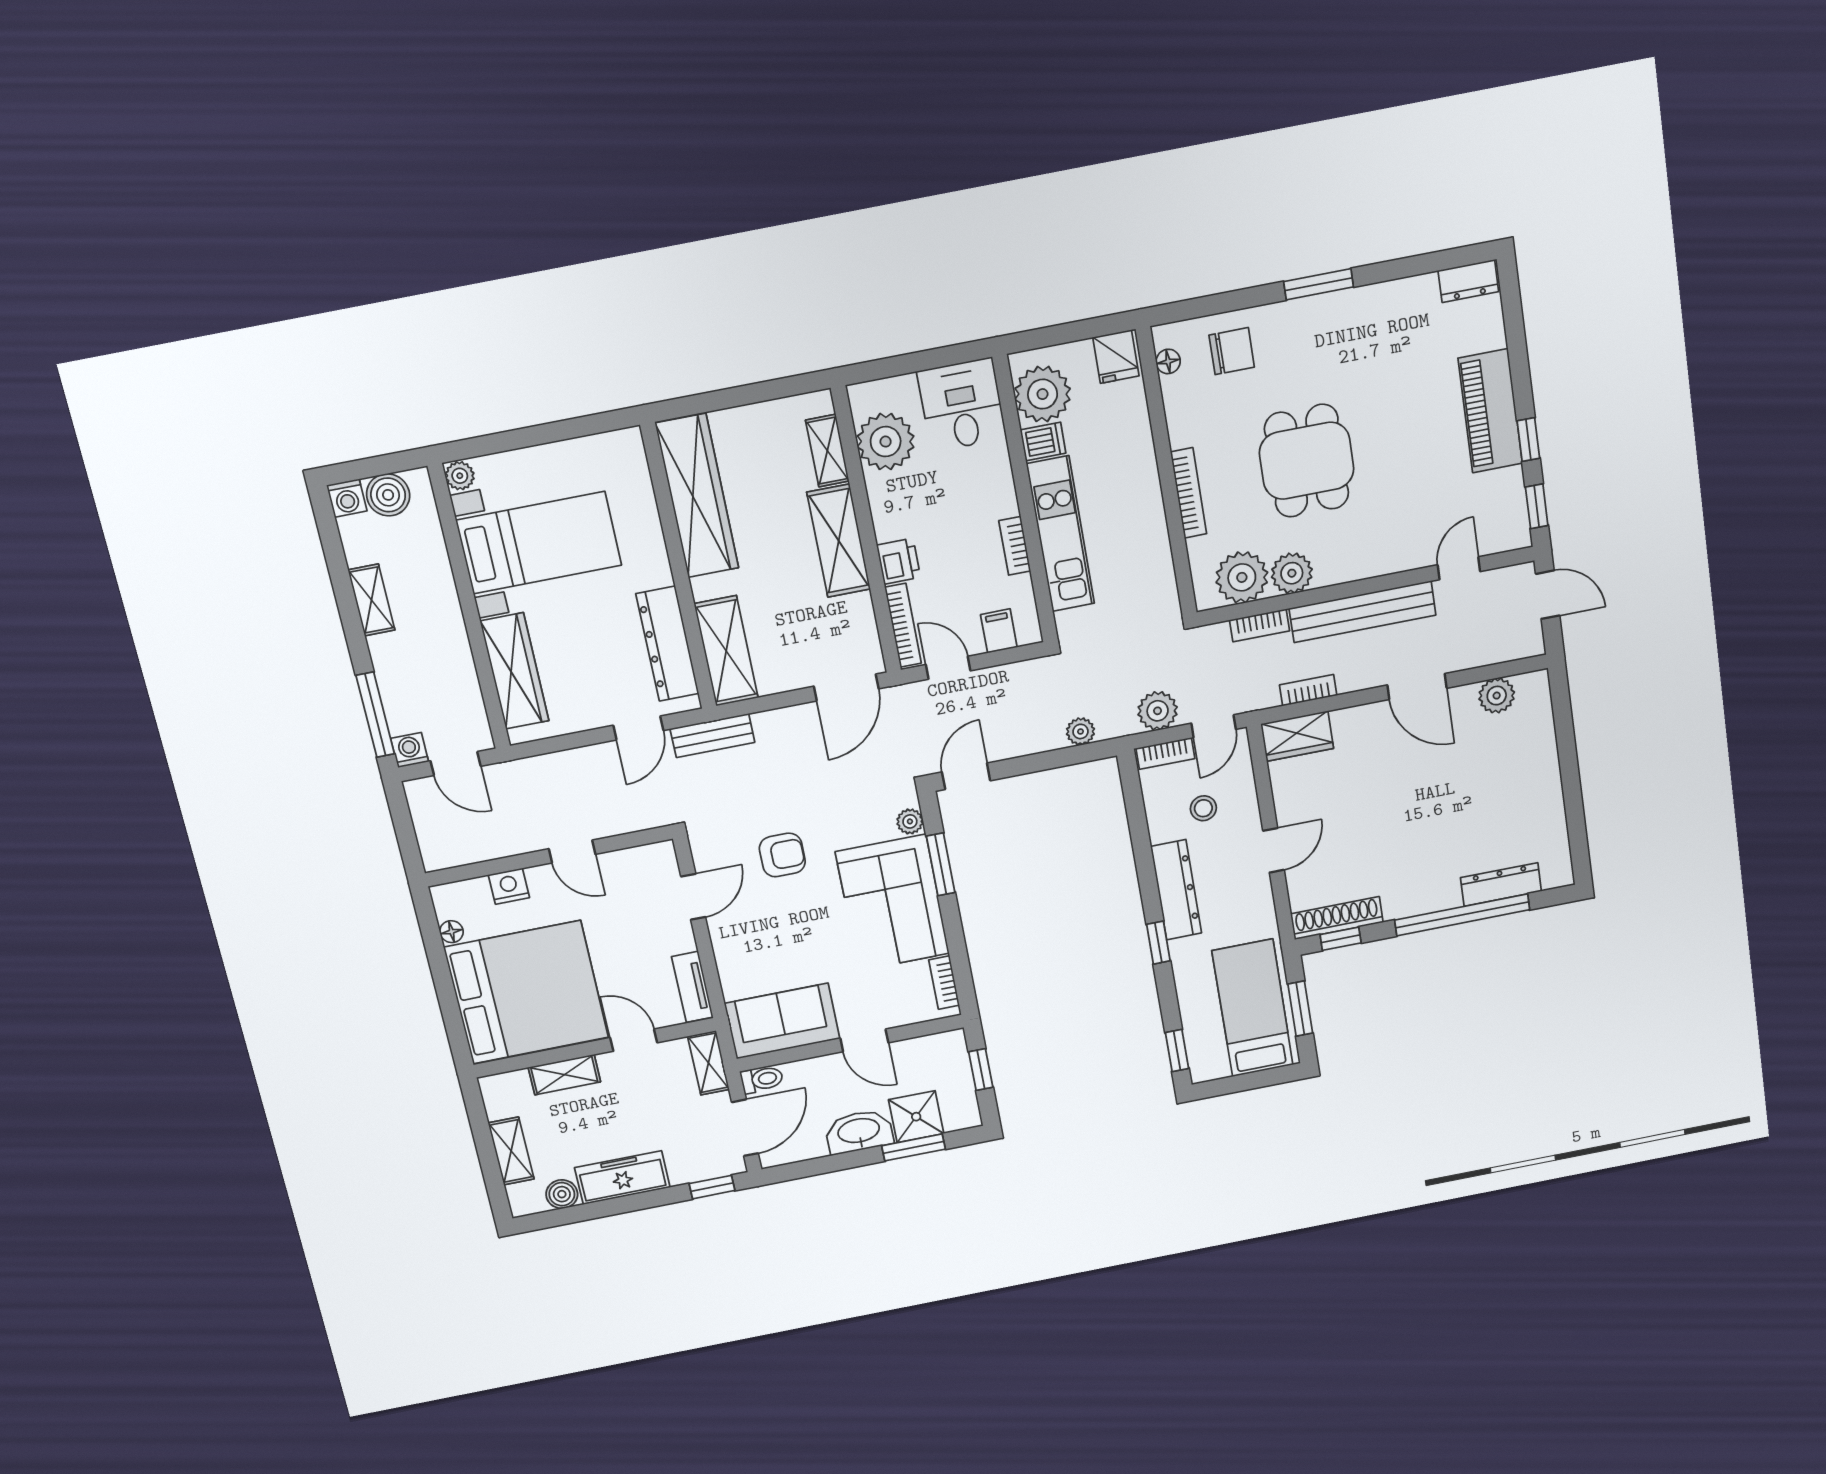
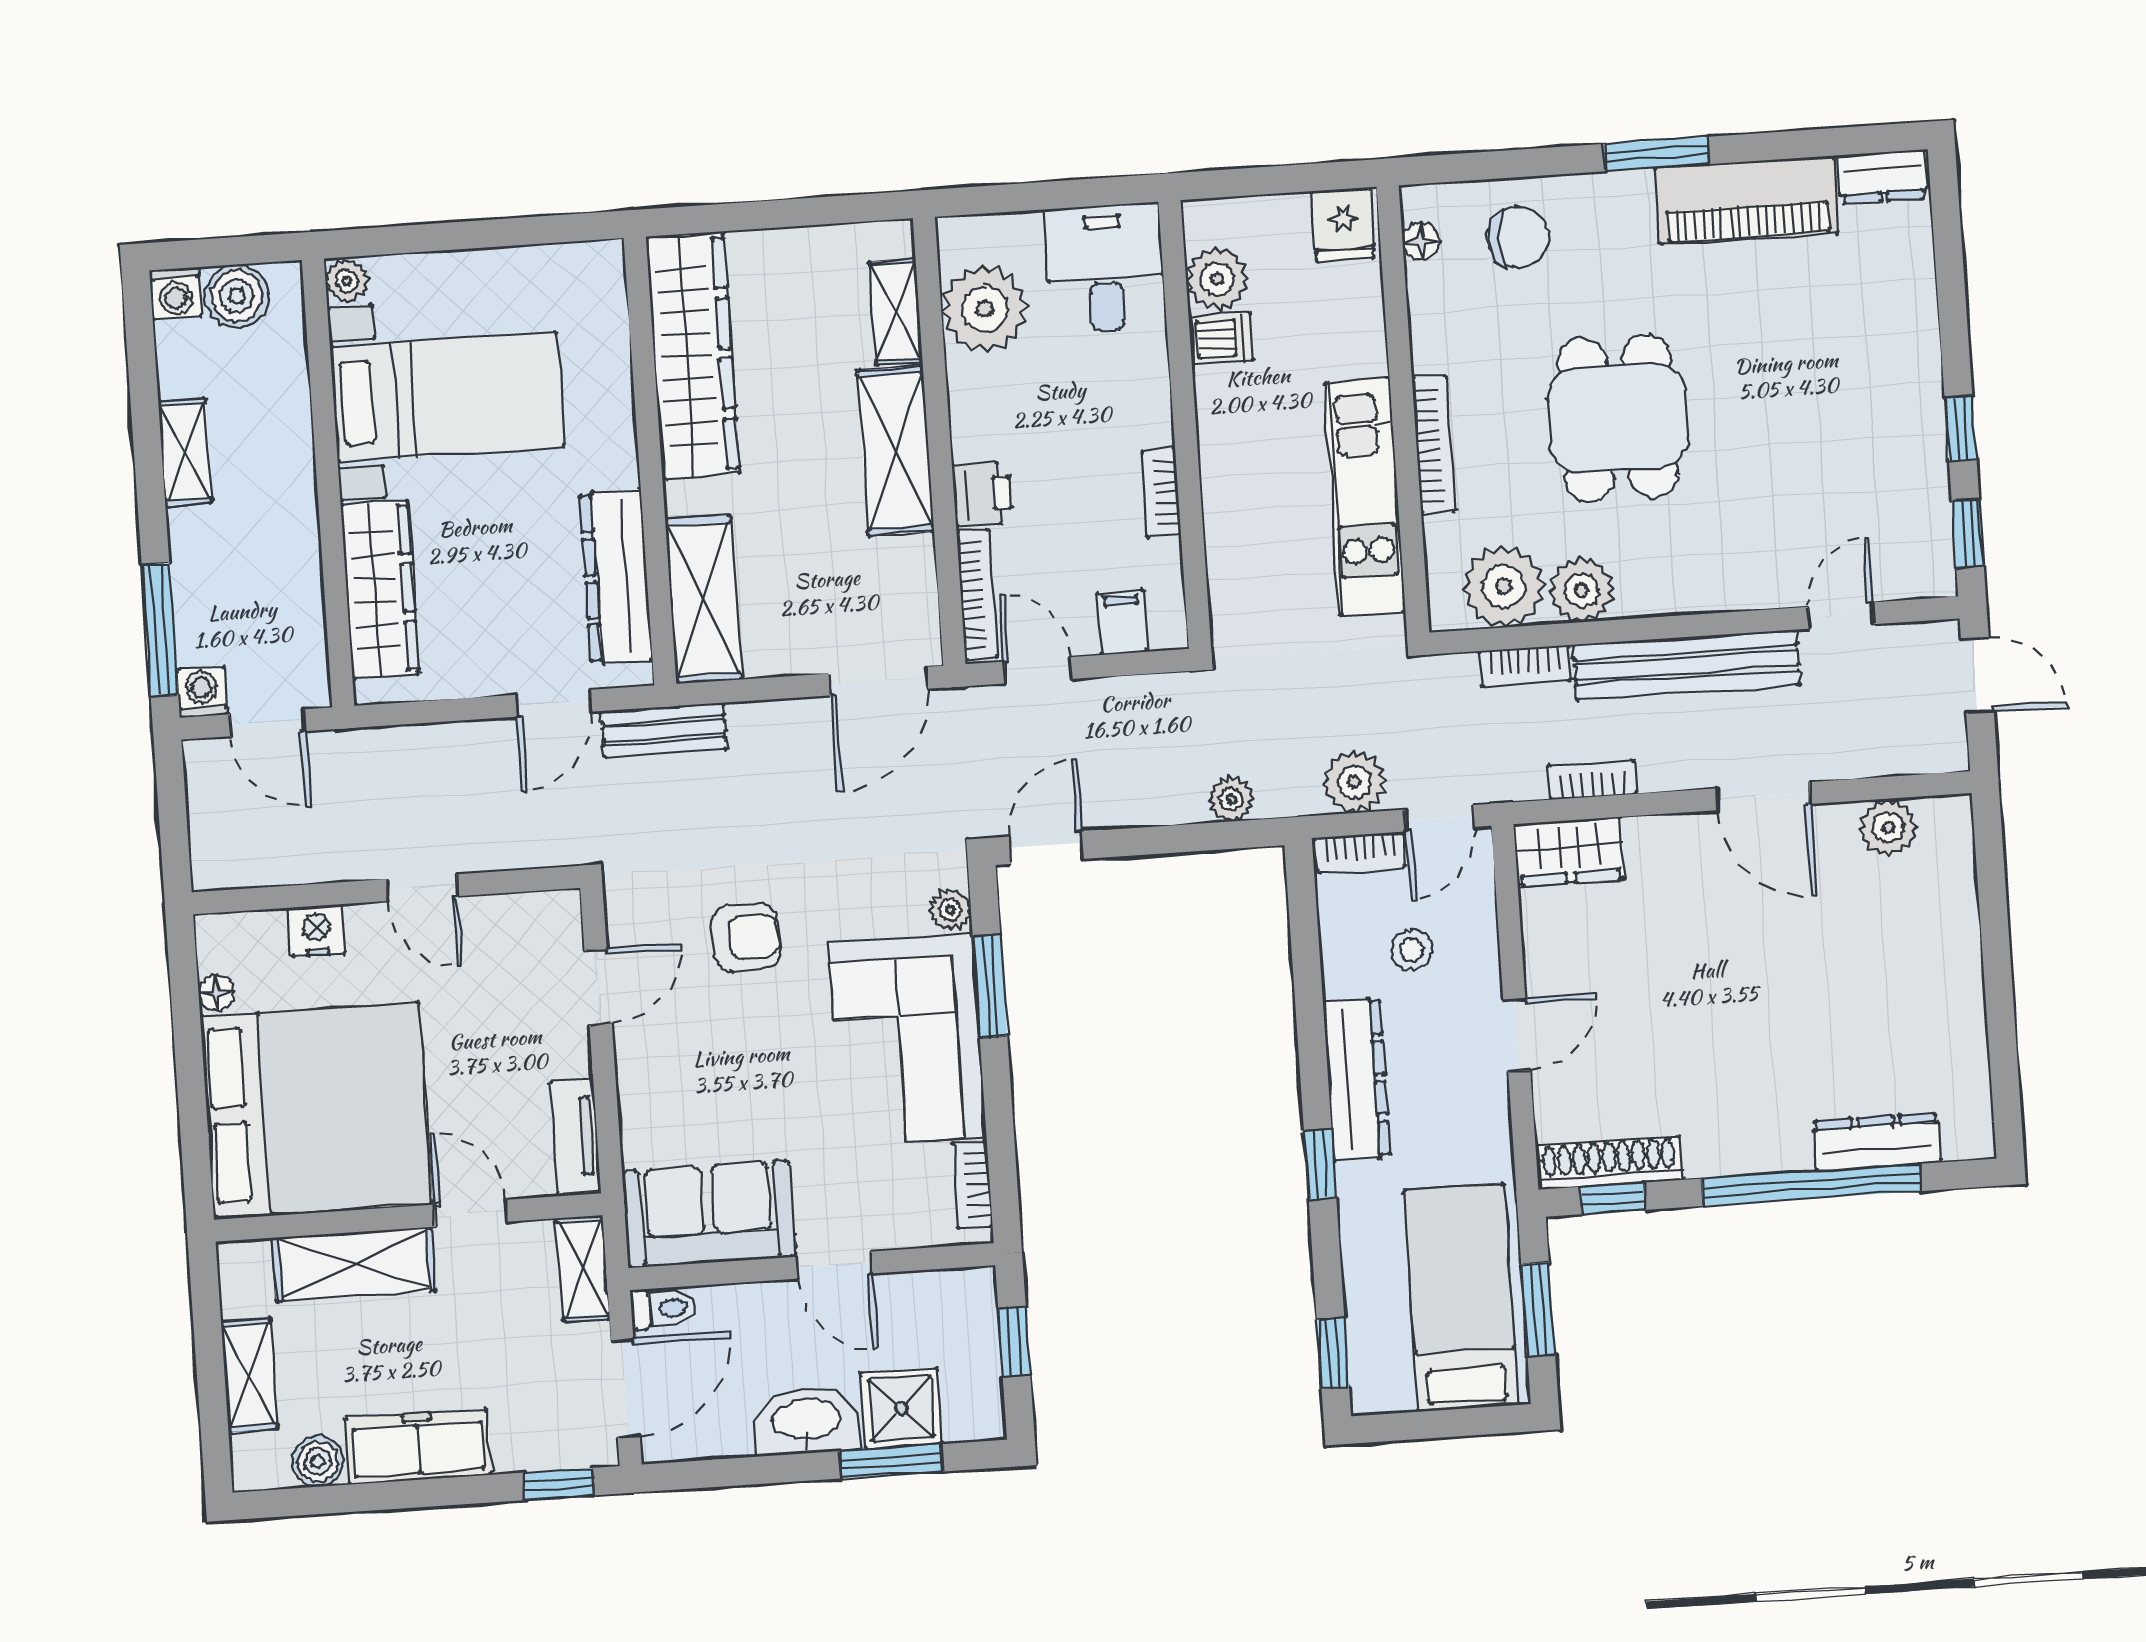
plant: (1043, 394) -> (1217, 279), width x0.73, depth x0.73
piano: (1490, 411) -> (1747, 200), moved, turned -90
kitchen unit: (1061, 534) -> (1365, 497), moved, turned 180
shelving: (564, 1075) -> (354, 1264), width x1.50, depth x1.33

